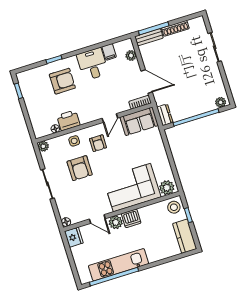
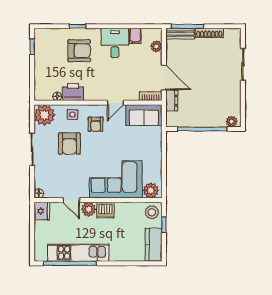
dresser: (165, 115) -> (172, 101), moved
plant: (43, 146) -> (44, 115), width x1.88, depth x1.88

